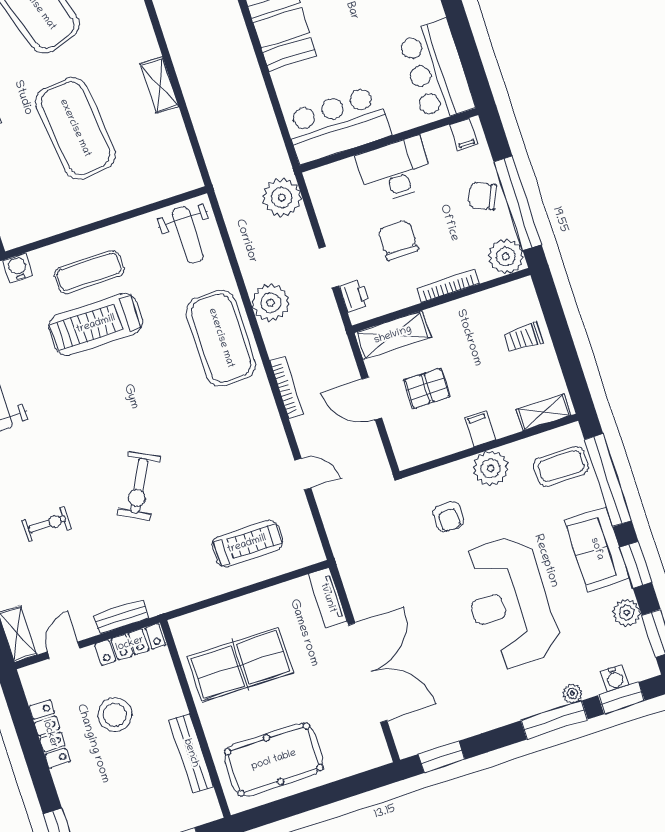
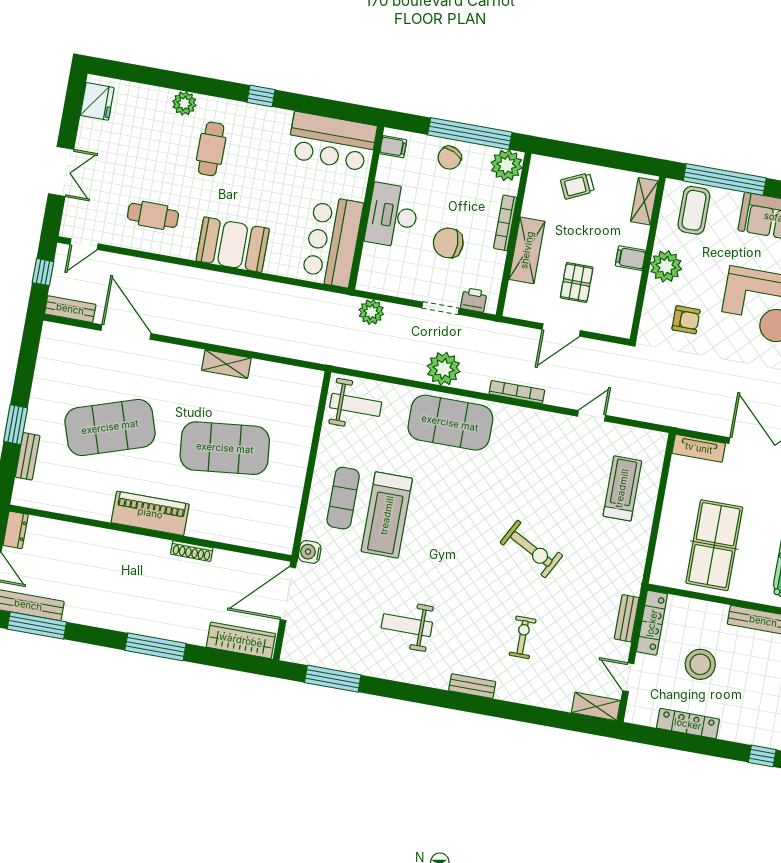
plant: (282, 197) -> (371, 312), width x0.73, depth x0.73
shelving: (393, 335) -> (527, 250), moved
trolley: (523, 338) -> (577, 186), turned 65

